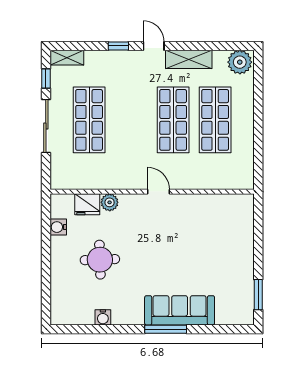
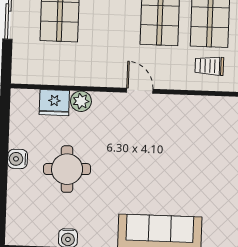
trolley: (216, 169) -> (209, 66), added
water cooler: (58, 227) -> (18, 159), moved

